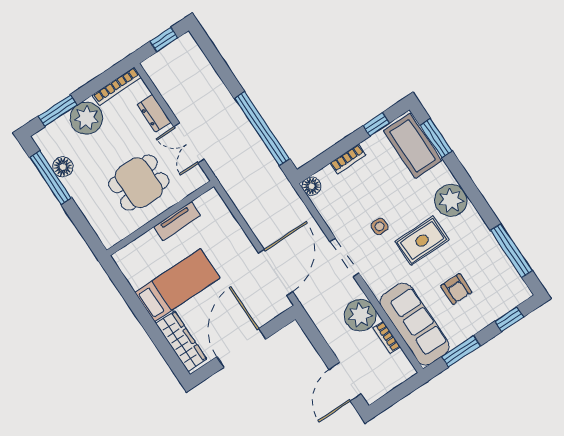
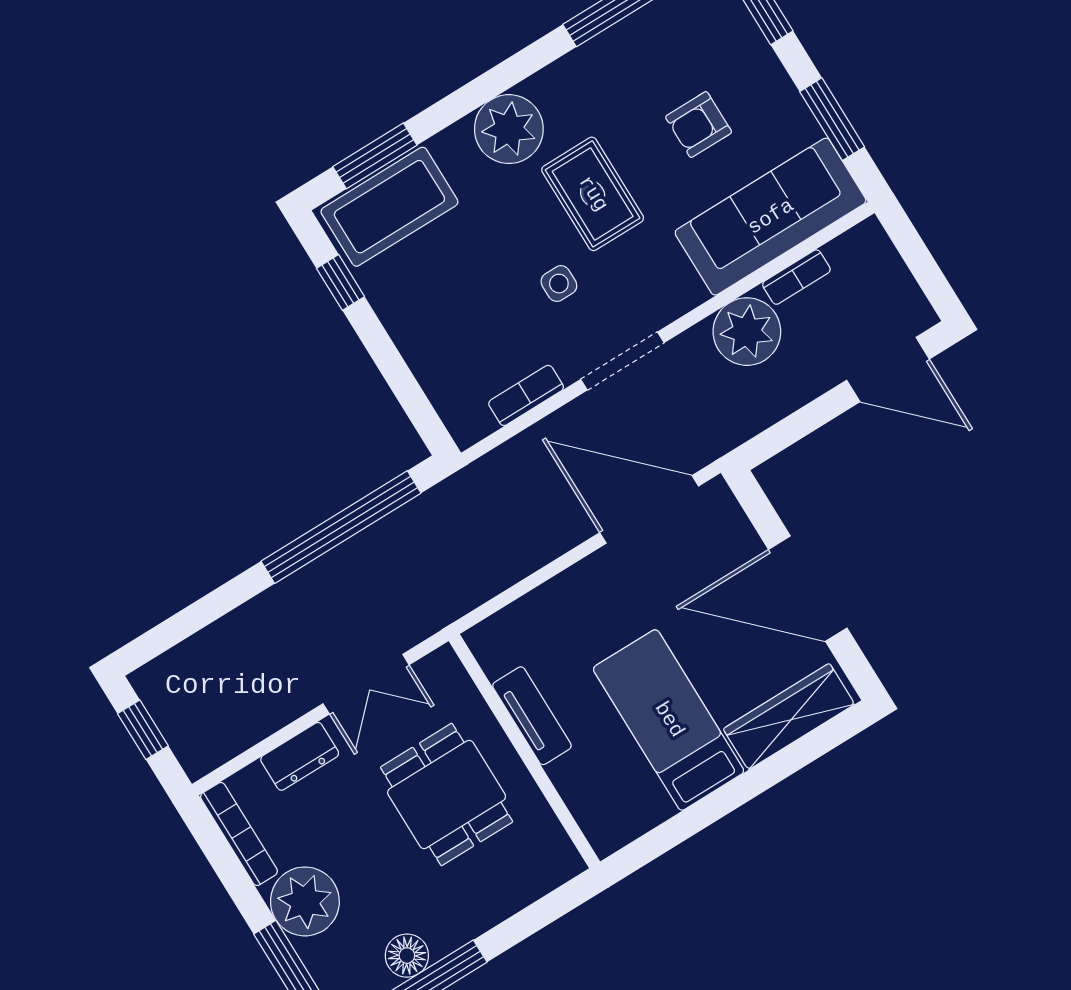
bookcase: (348, 159) -> (526, 395), moved, turned -90
floor lamp: (311, 186) -> (468, 426), removed
armchair: (456, 289) -> (699, 125), turned 180

